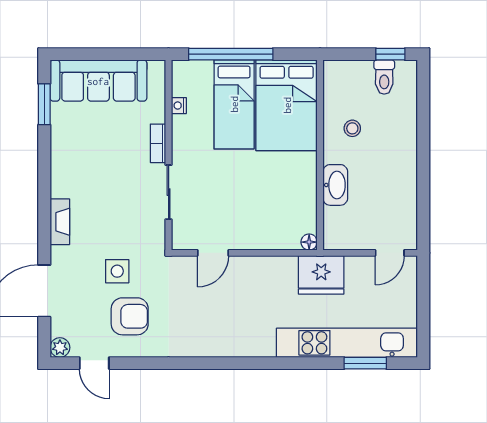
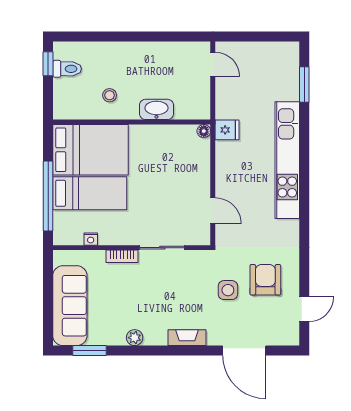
fridge: (321, 275) -> (227, 130), width x0.53, depth x0.75
kitchen unit: (347, 343) -> (287, 160), moved
plant: (60, 348) -> (135, 338), moved

